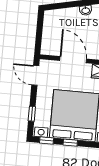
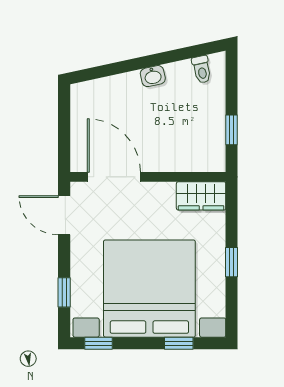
door: (73, 60) -> (114, 177), moved
window: (70, 143) -> (179, 343), moved

